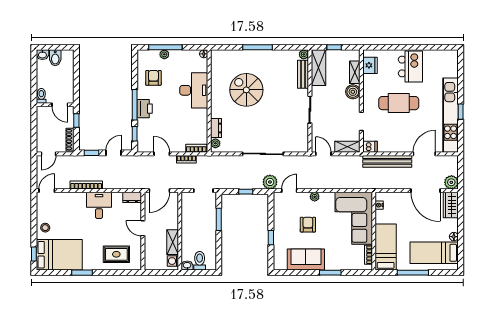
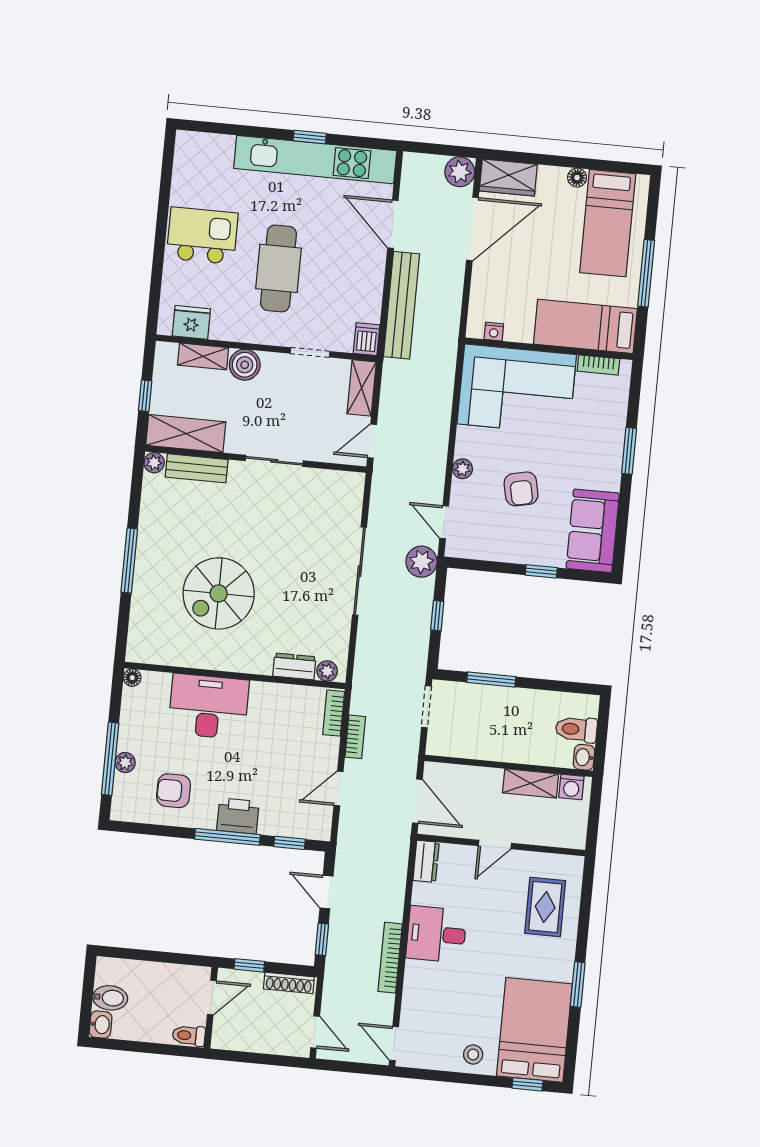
armchair: (308, 225) -> (521, 489), turned -102
sofa: (306, 260) -> (593, 531), moved

